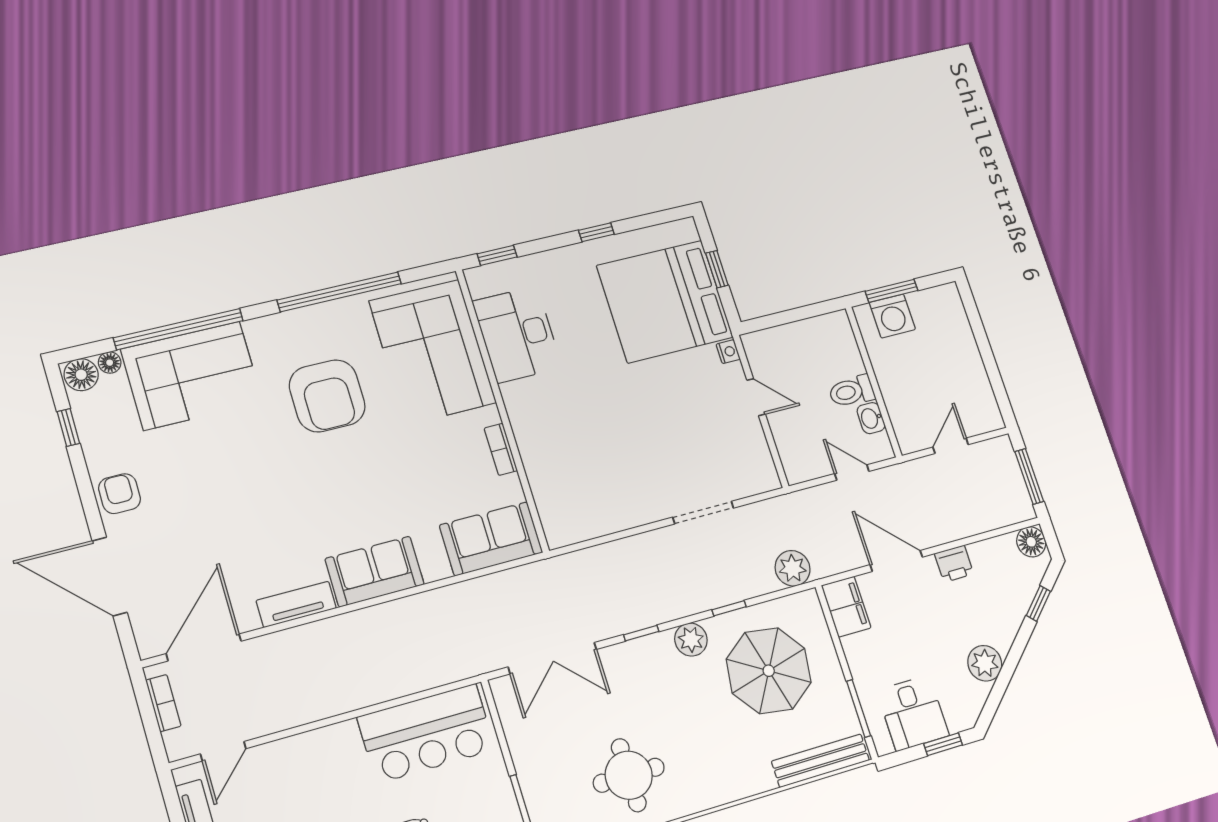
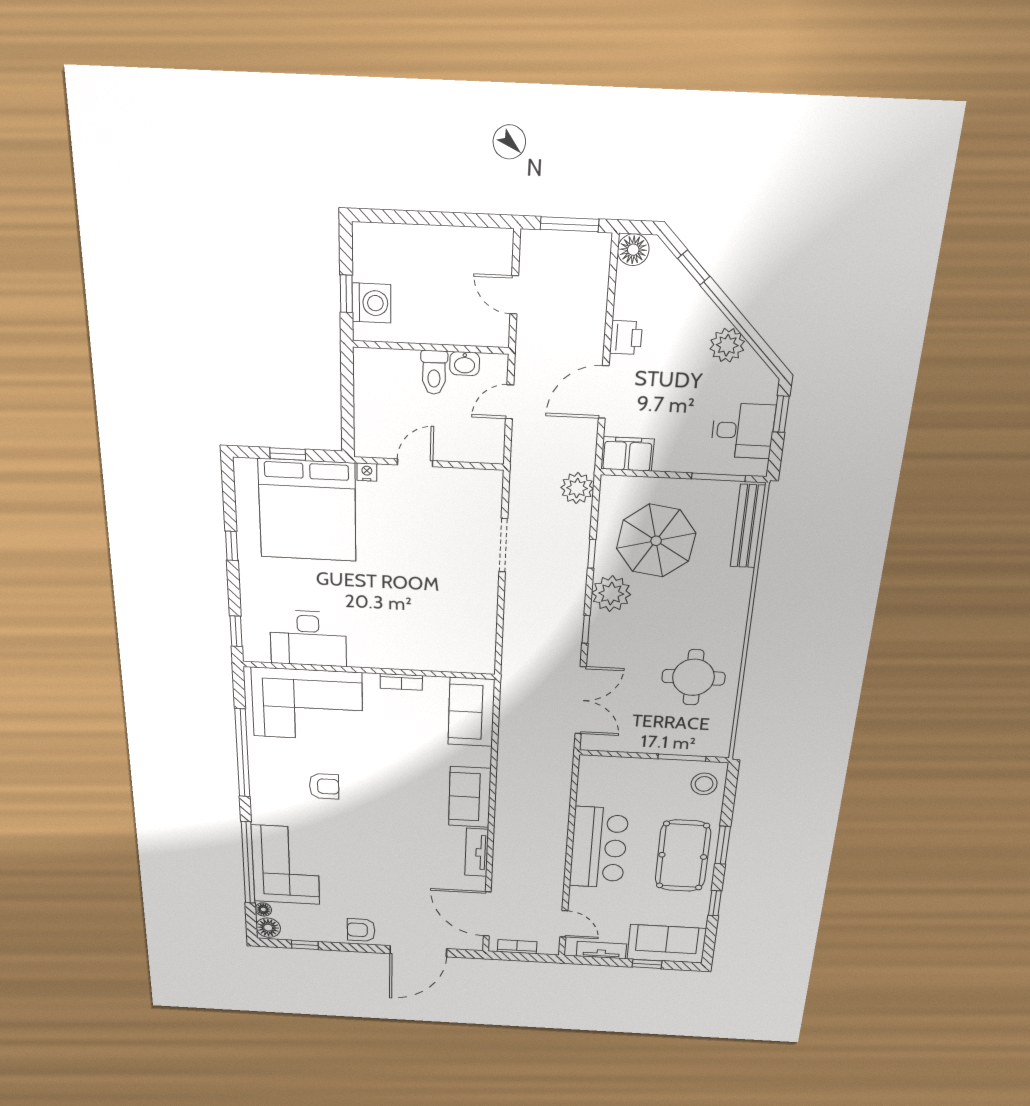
window: (891, 291) -> (346, 294), width x0.67
armchair: (327, 396) -> (324, 786), width x0.53, depth x0.53
plant: (691, 640) -> (611, 594), width x1.36, depth x1.36
bar counter: (426, 733) -> (599, 848), moved

